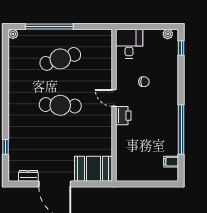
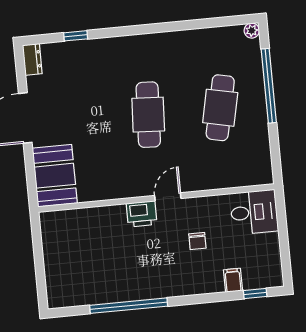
plant: (168, 34) -> (275, 271), removed
cafe table: (60, 59) -> (220, 108), turned 30
filing cabinet: (171, 162) -> (233, 280), moved
dresser: (28, 176) -> (32, 59), moved

